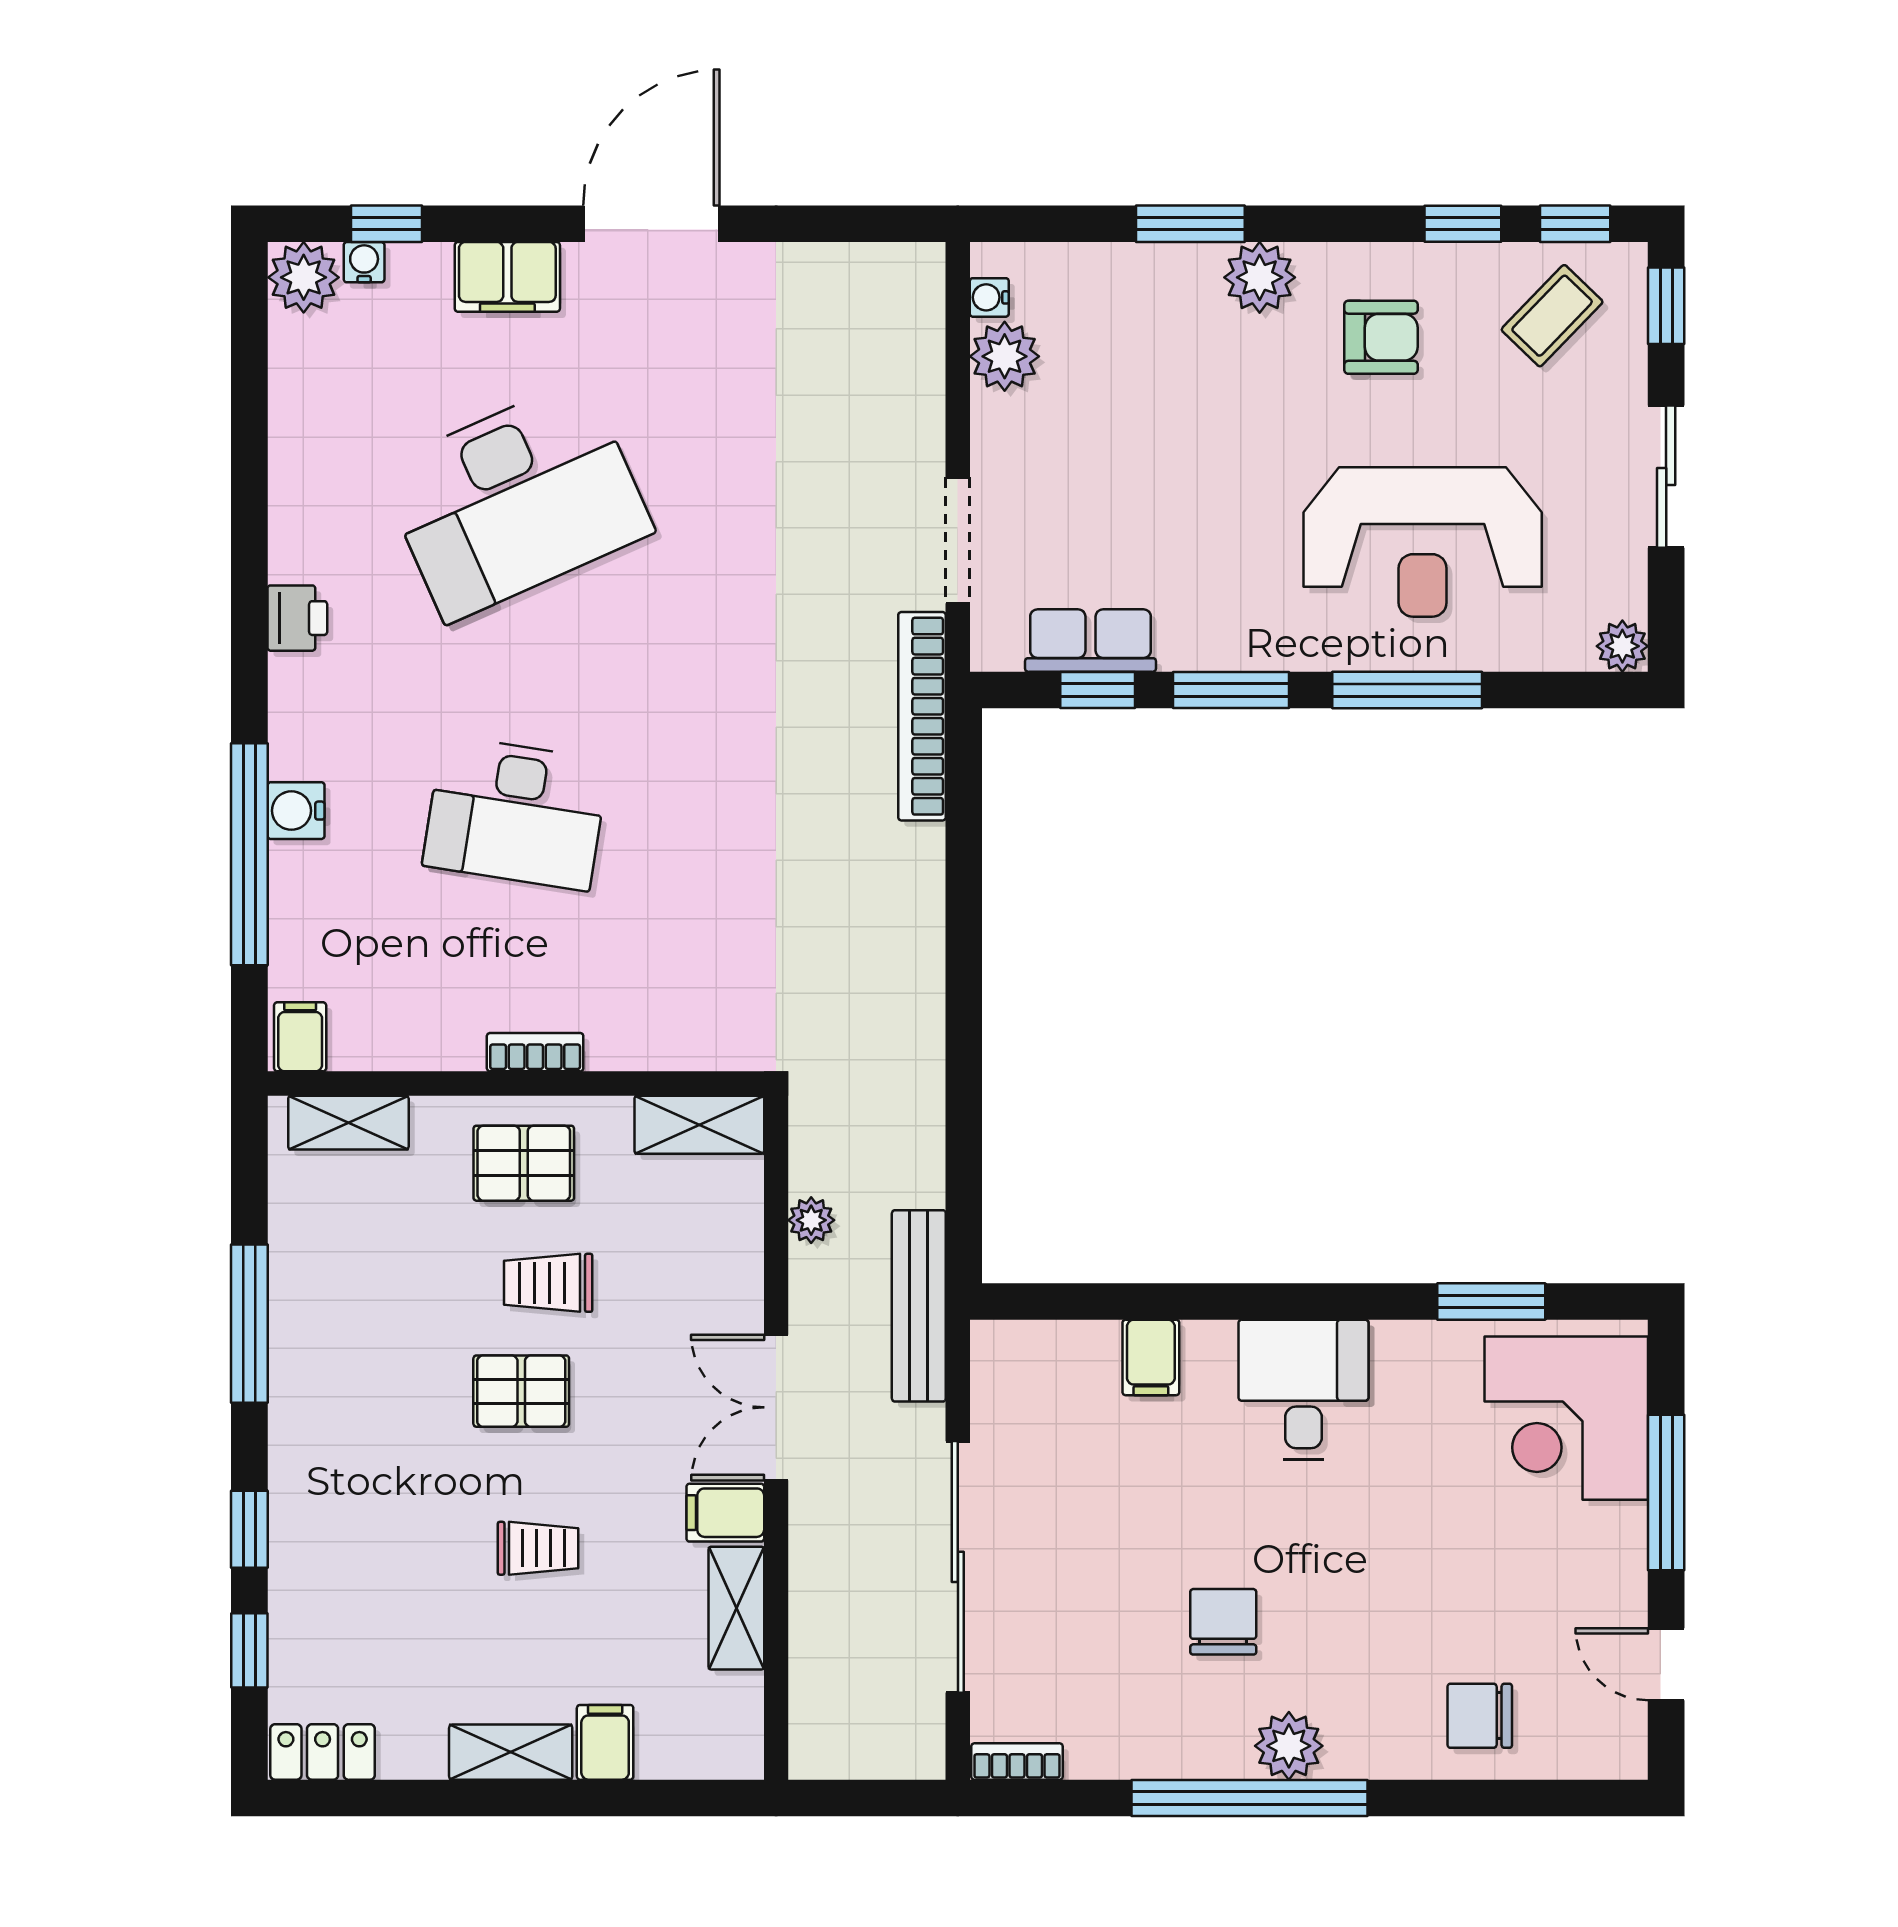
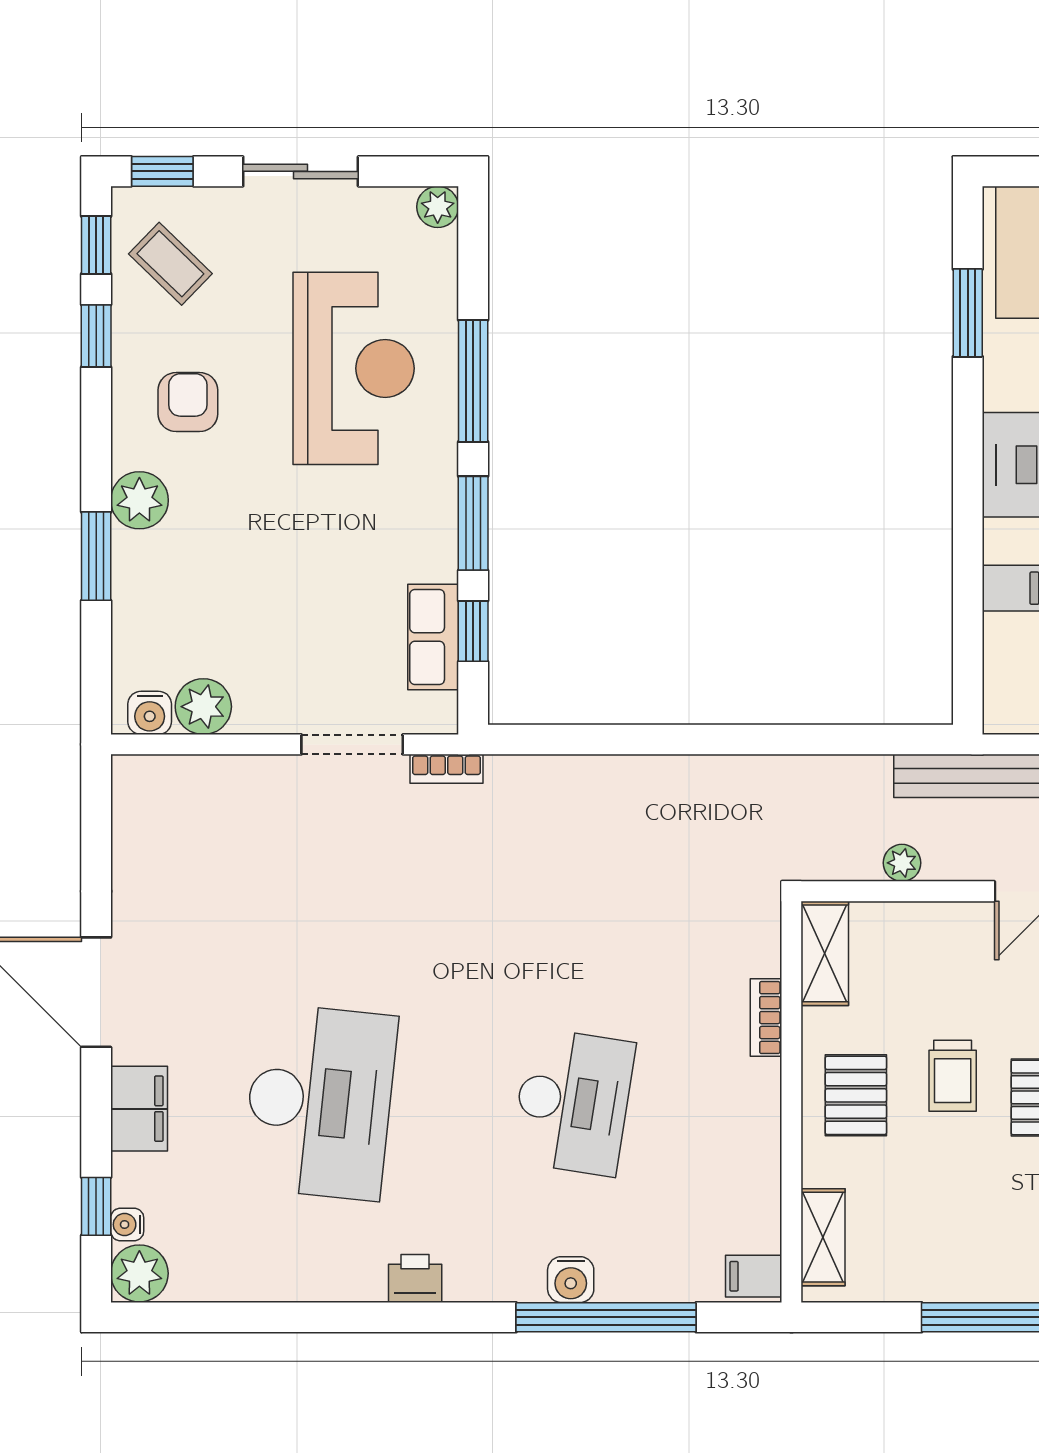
water cooler: (989, 297) -> (150, 713), width x1.38, depth x1.38
desk: (516, 500) -> (320, 1102), turned 30
bookcase: (922, 716) -> (446, 769), width x0.43, depth x0.76
bookcase: (535, 1052) -> (766, 1018), moved

